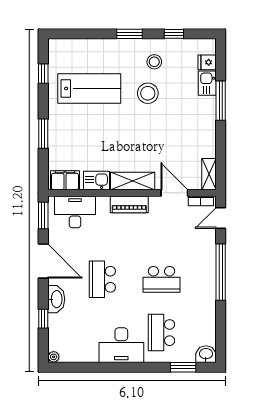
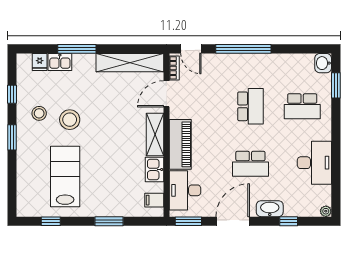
shelving: (209, 174) -> (130, 63), width x2.20, depth x1.33
filing cabinet: (65, 180) -> (154, 200), width x0.50
piano: (129, 204) -> (180, 144), width x1.37, depth x1.33
desk: (121, 345) -> (314, 163), moved

